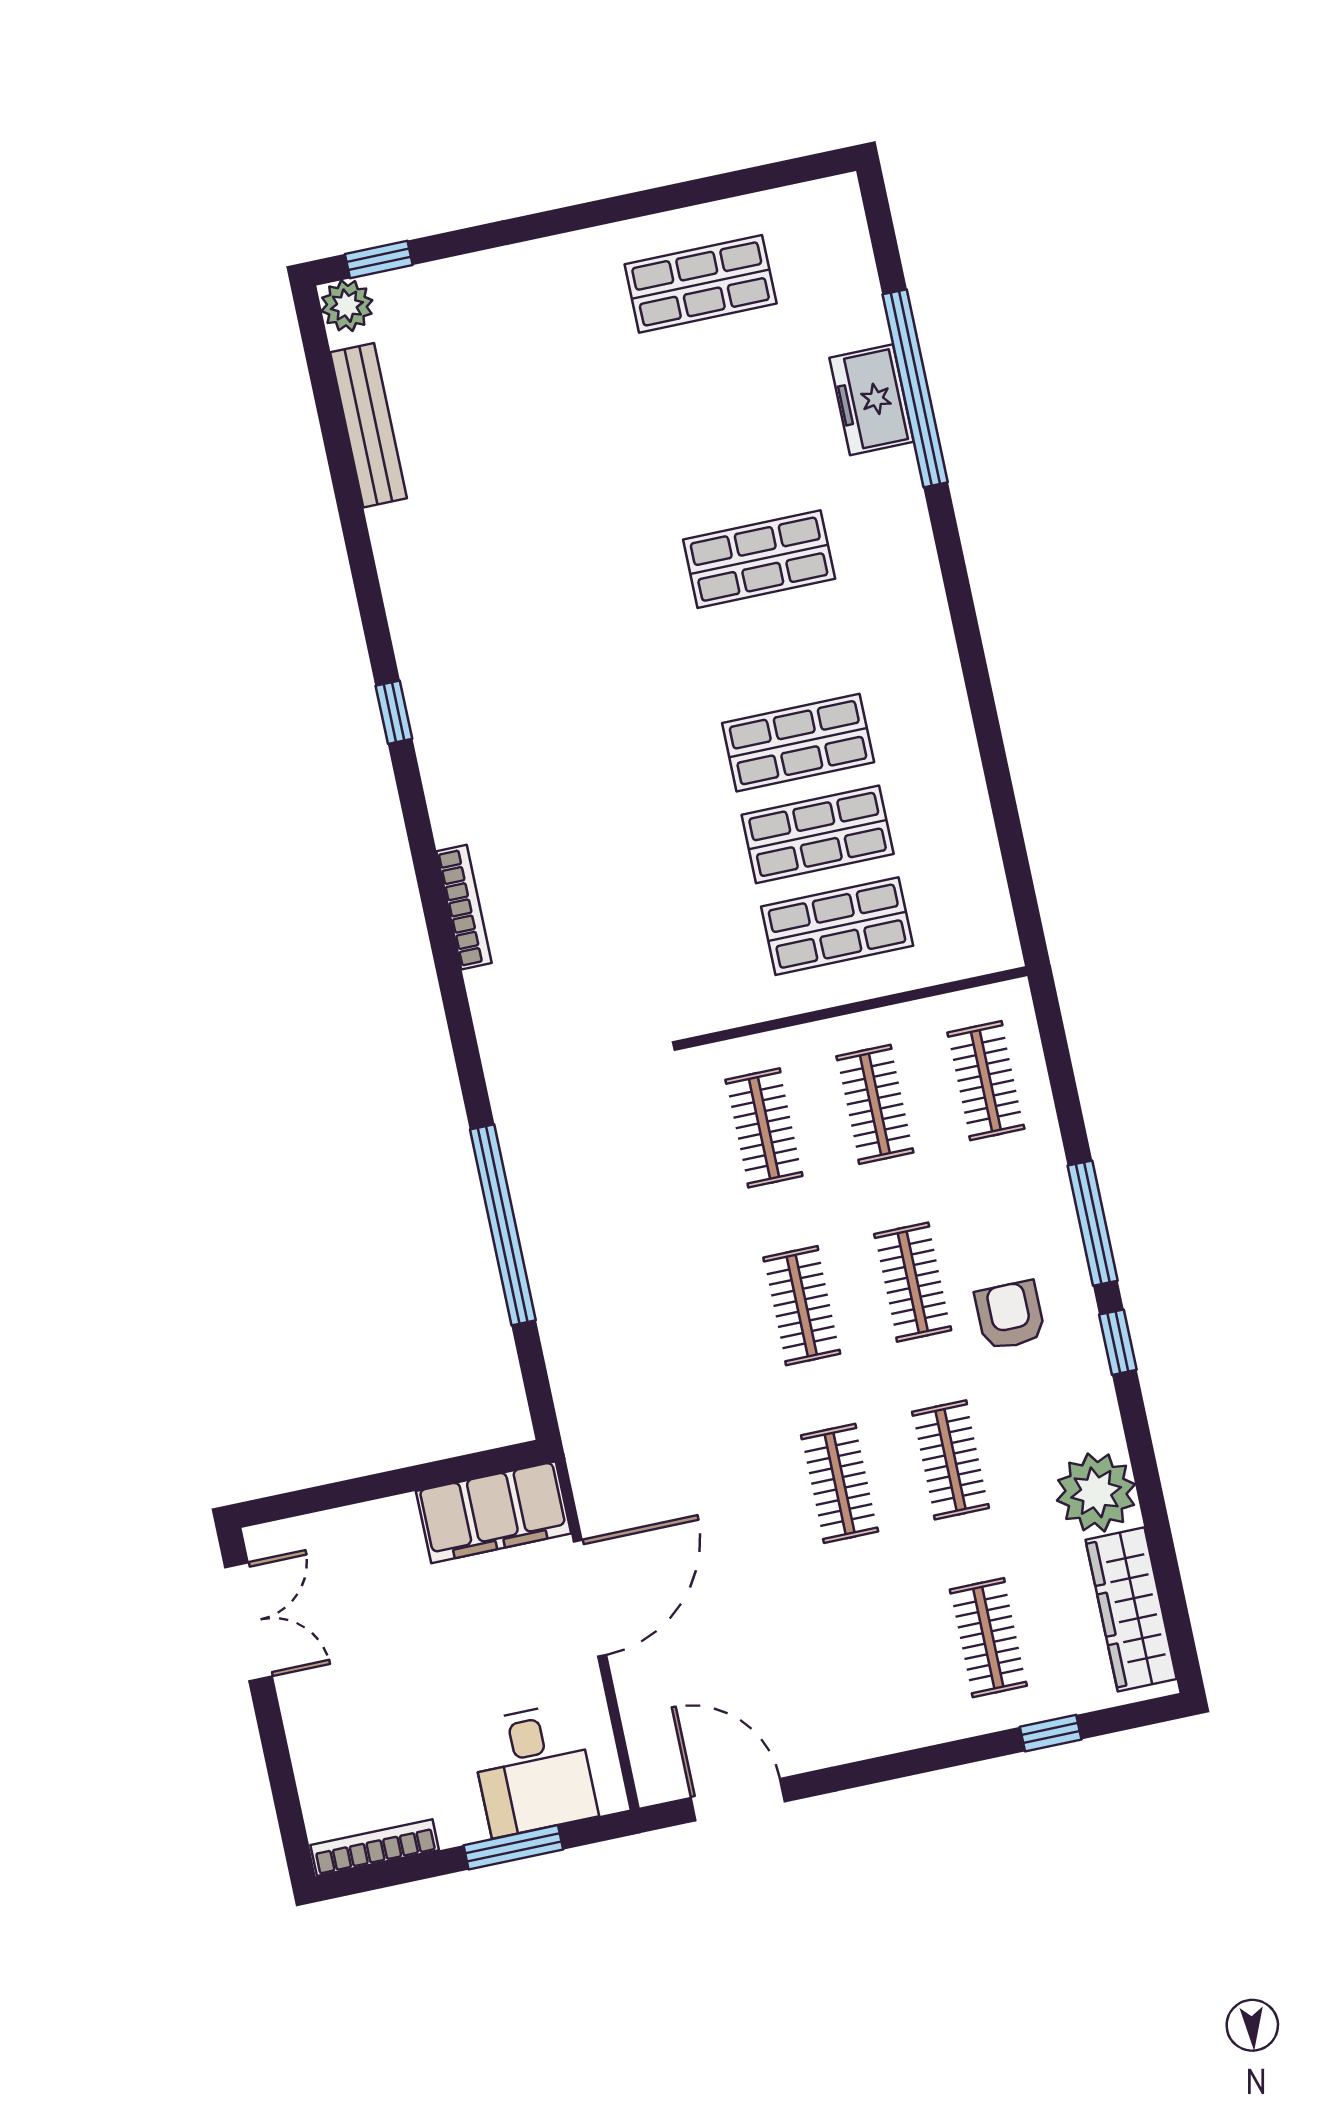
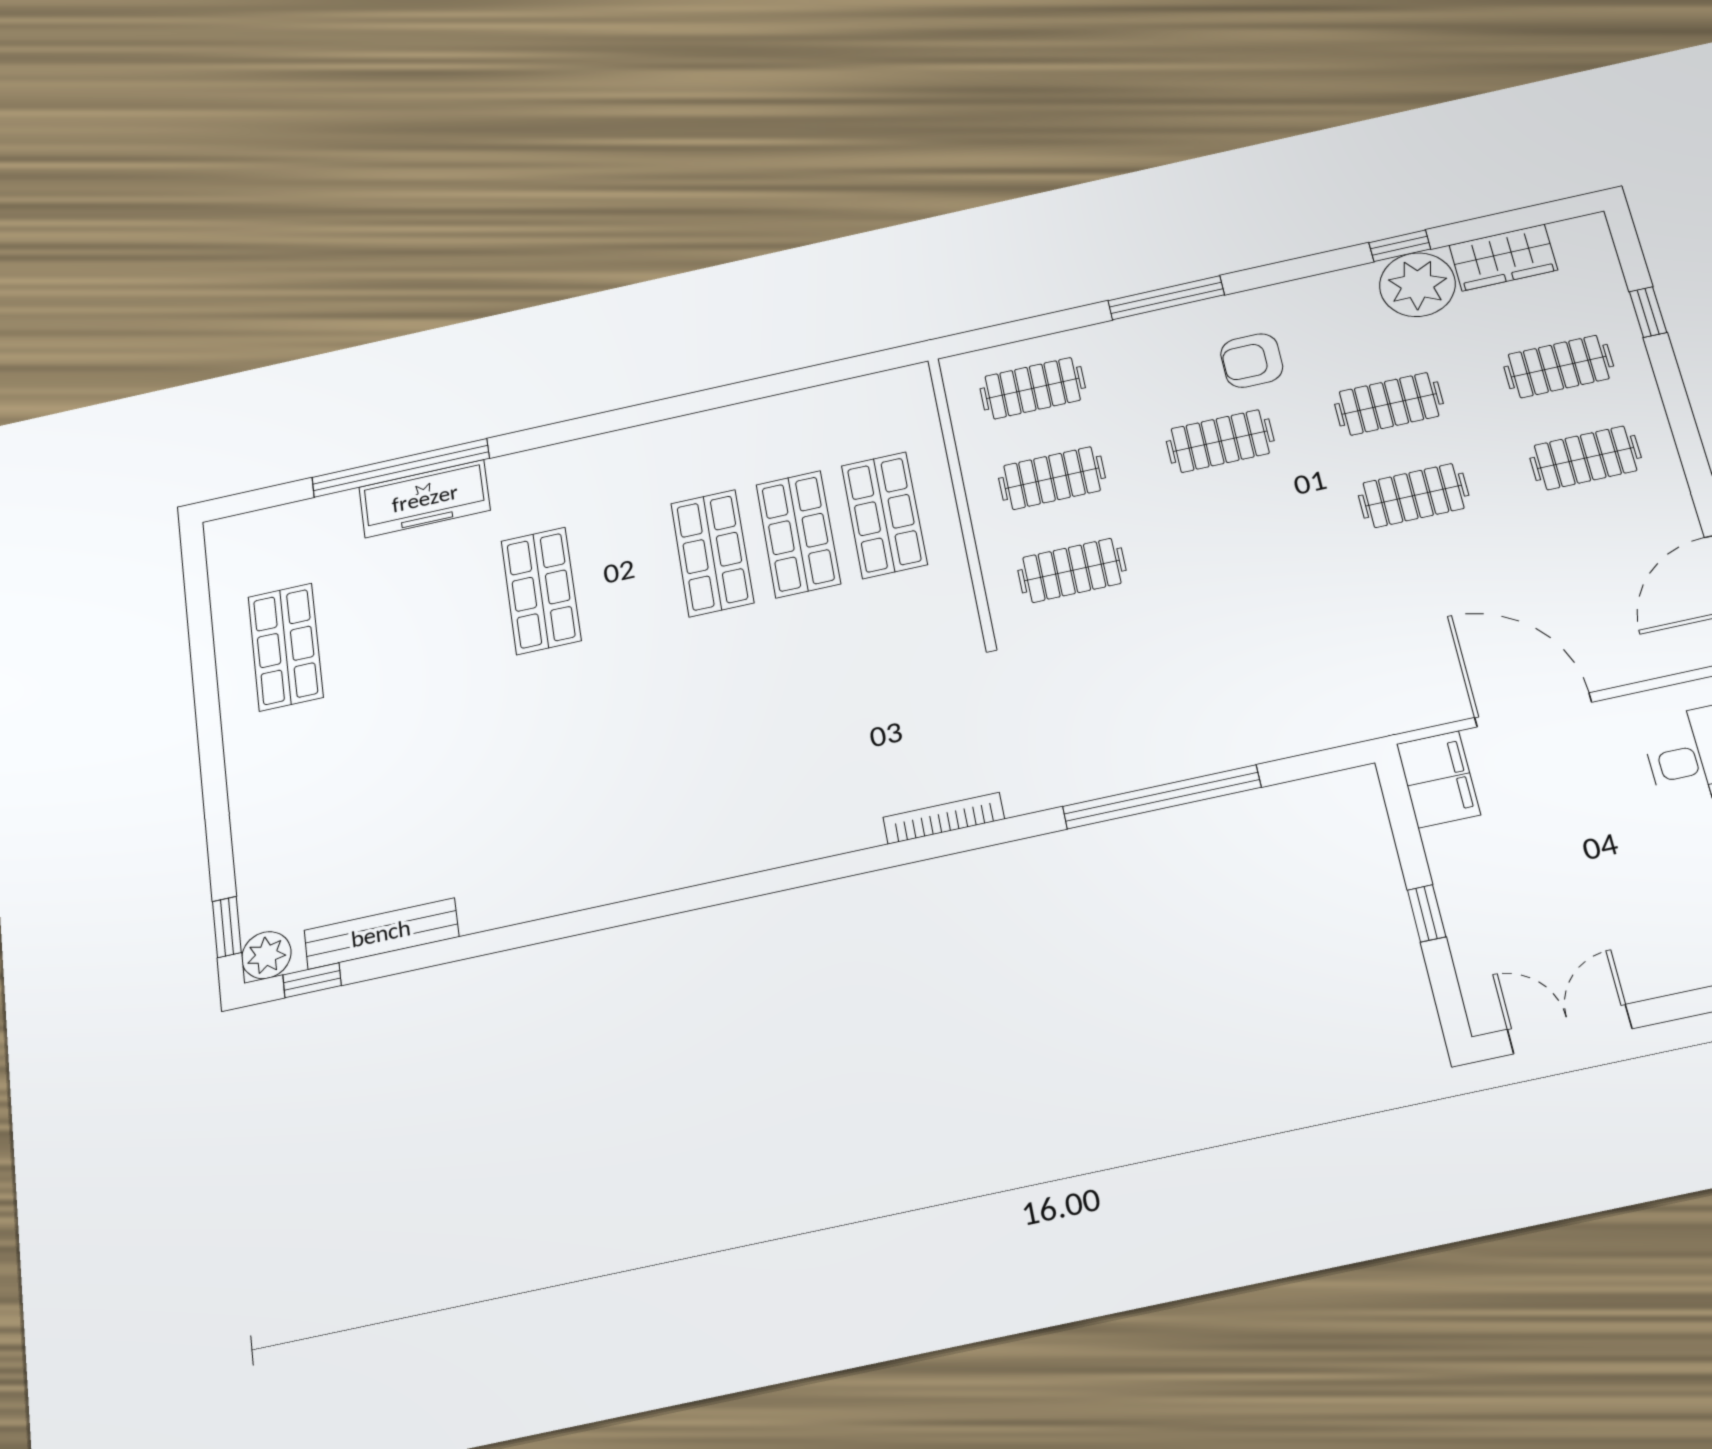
freezer: (872, 400) -> (425, 499), width x1.40
window: (394, 712) -> (312, 980), moved
bookcase: (464, 907) -> (944, 818), moved
clothes rail: (802, 1306) -> (1585, 458), moved
window: (1118, 1342) -> (1400, 246), moved
window: (371, 1487) -> (1427, 913), added
filing cabinet: (493, 1512) -> (1438, 779), width x0.67, depth x0.86
wardrobe: (1131, 1609) -> (1503, 258), width x0.67

